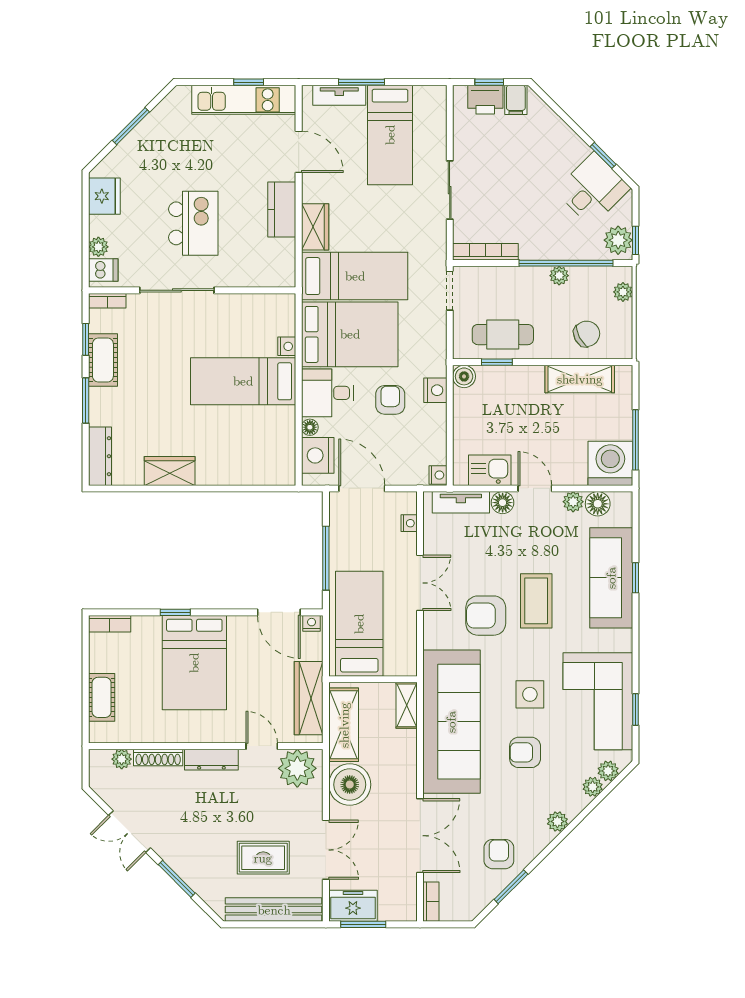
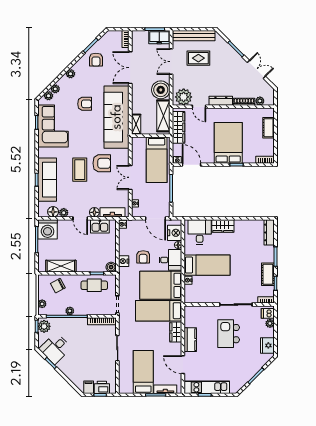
desk: (260, 457) -> (200, 232), added
wardrobe: (170, 471) -> (223, 226), moved
side table: (530, 694) -> (82, 129), removed

